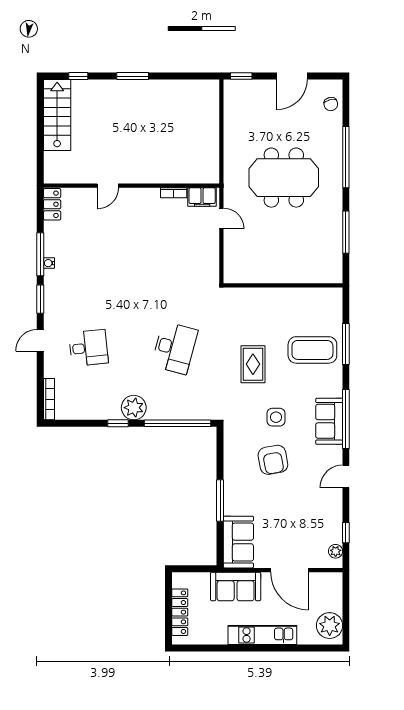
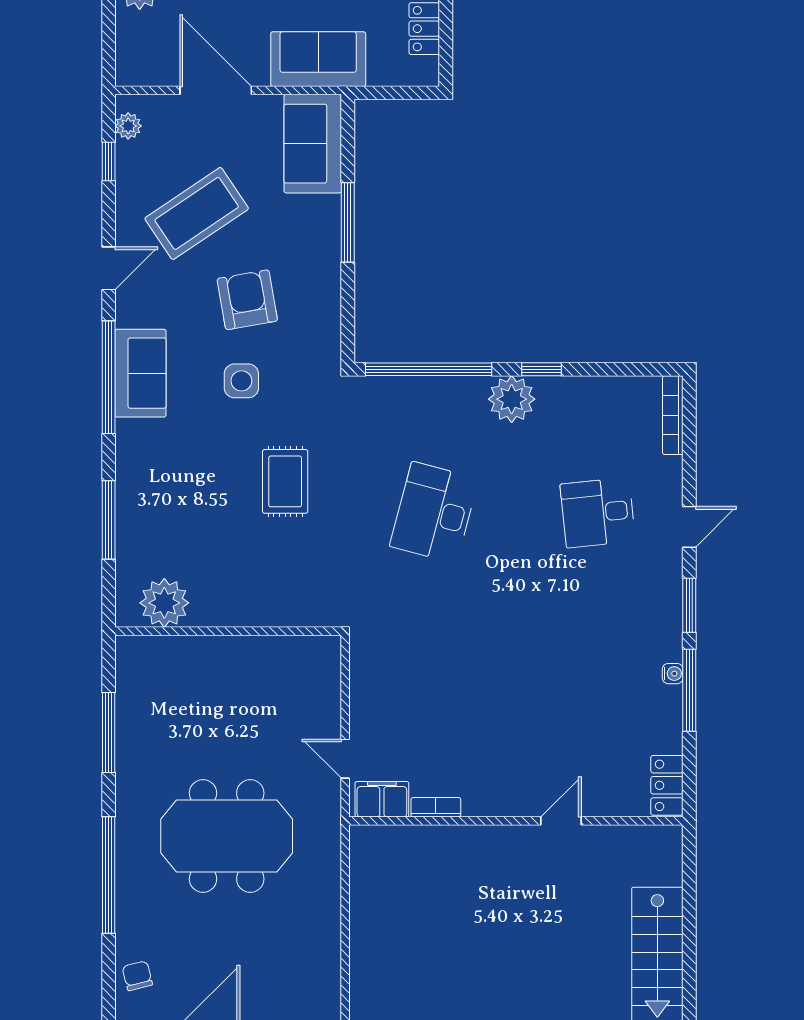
plant: (317, 300) -> (164, 603), added
coffee table: (312, 350) -> (197, 213), moved, turned -34

